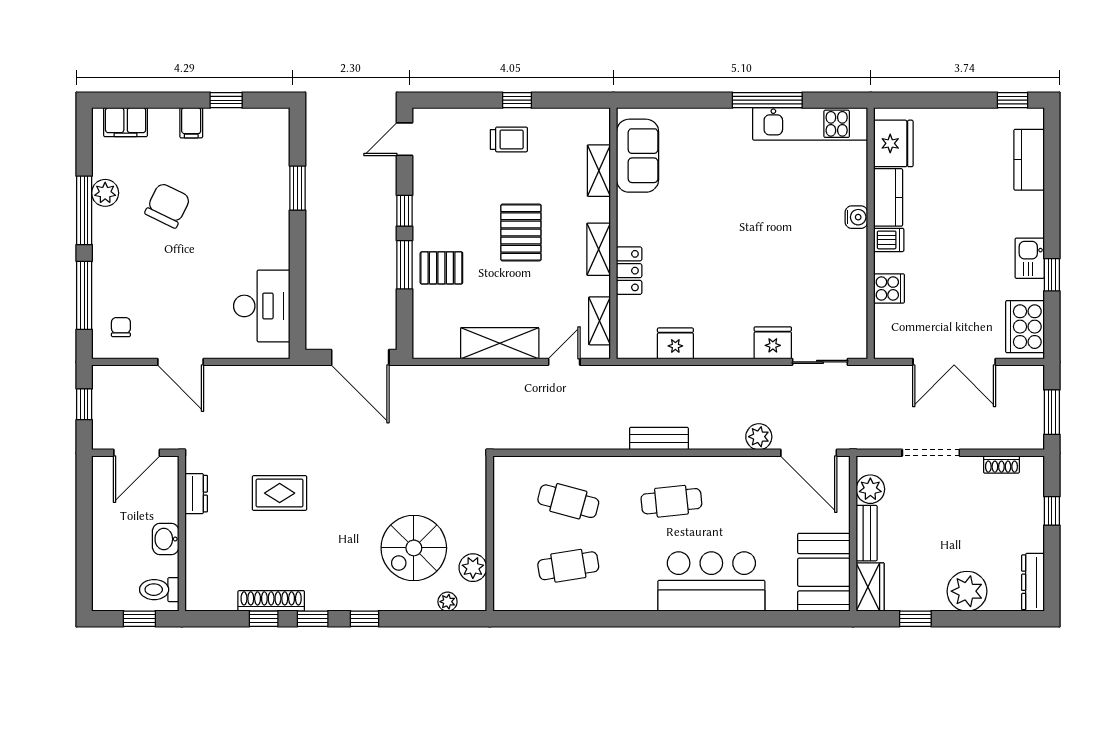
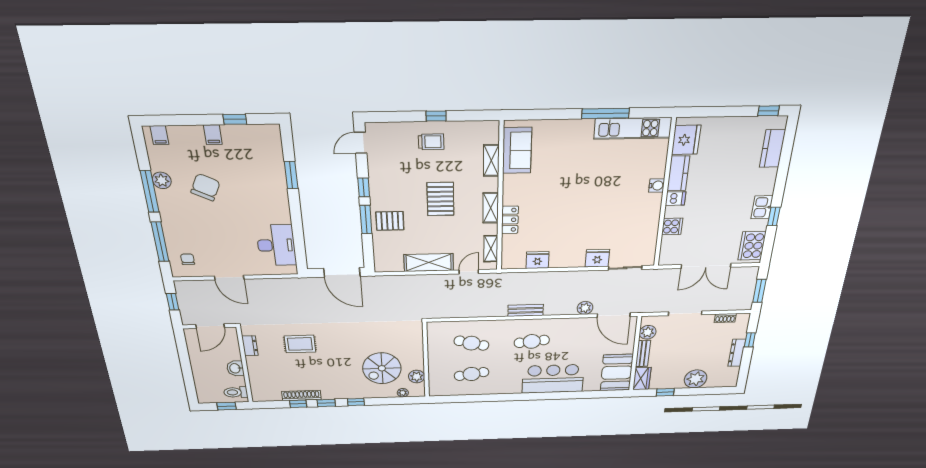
filing cabinet: (126, 122) -> (159, 135), width x0.50
dresser: (1033, 582) -> (737, 353), moved

